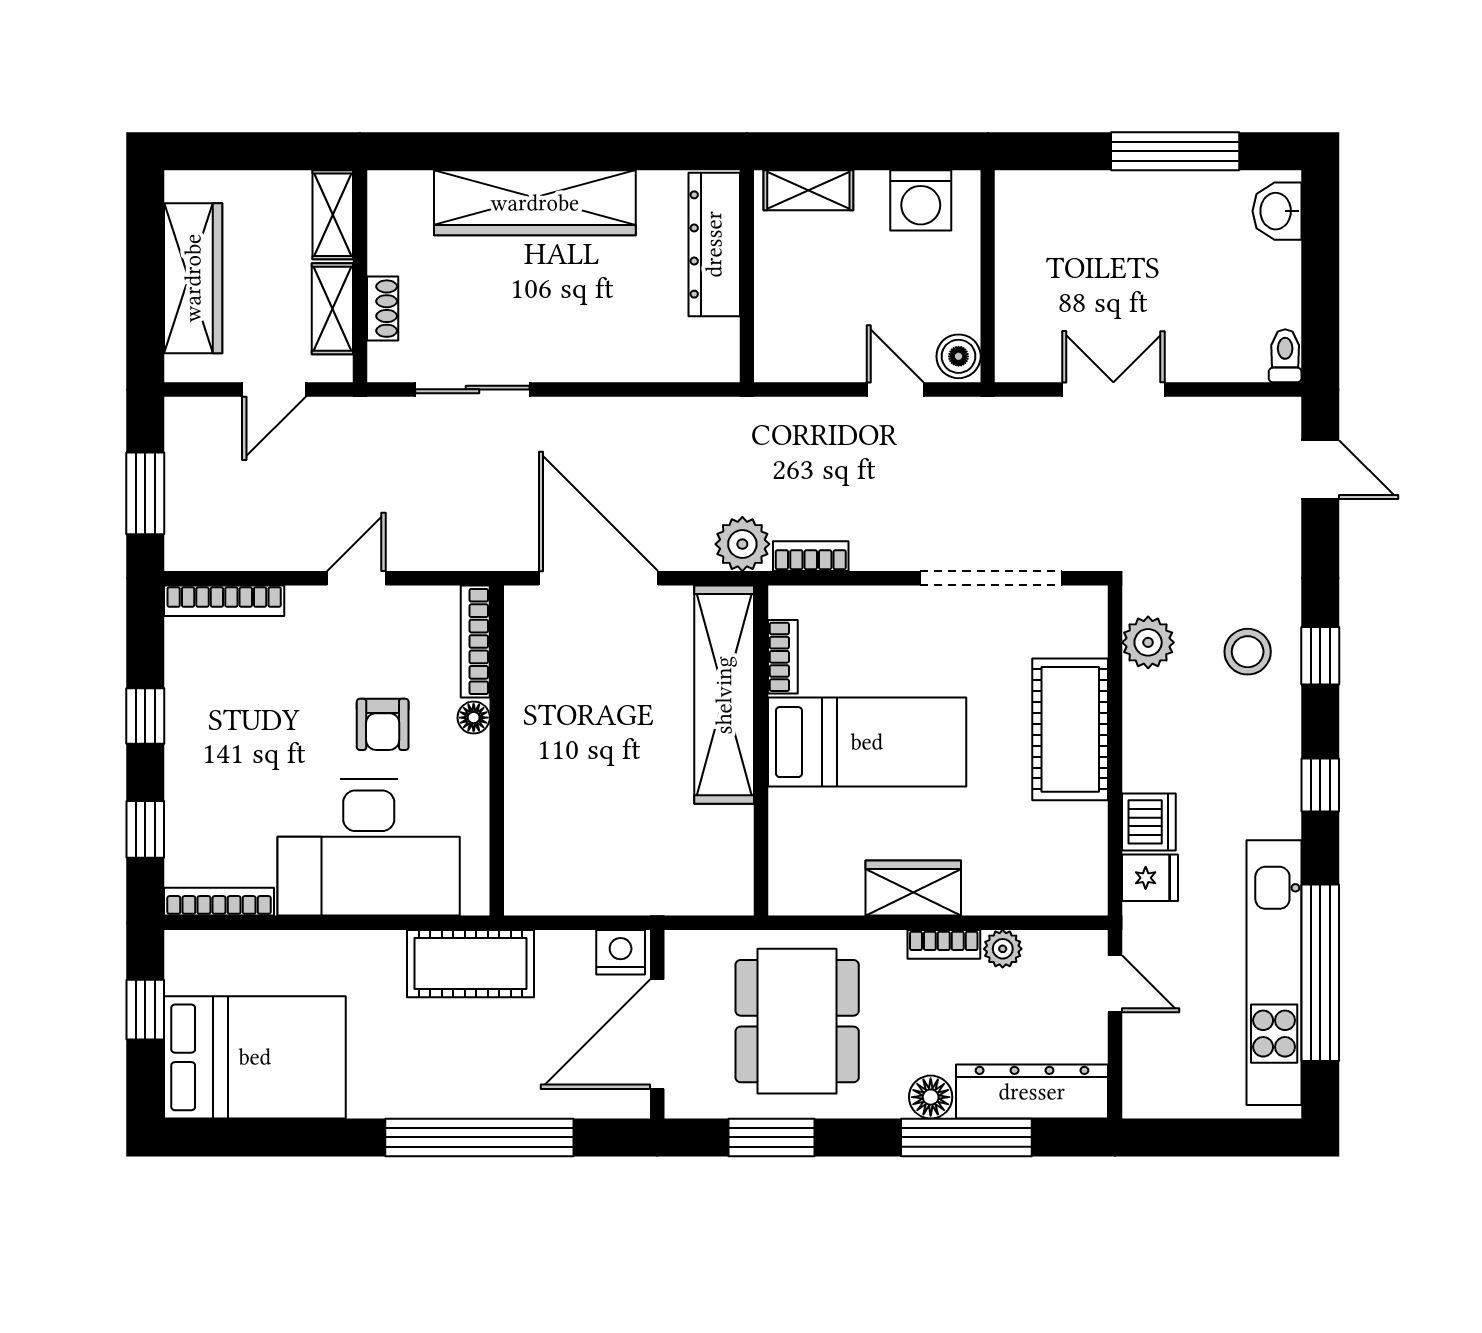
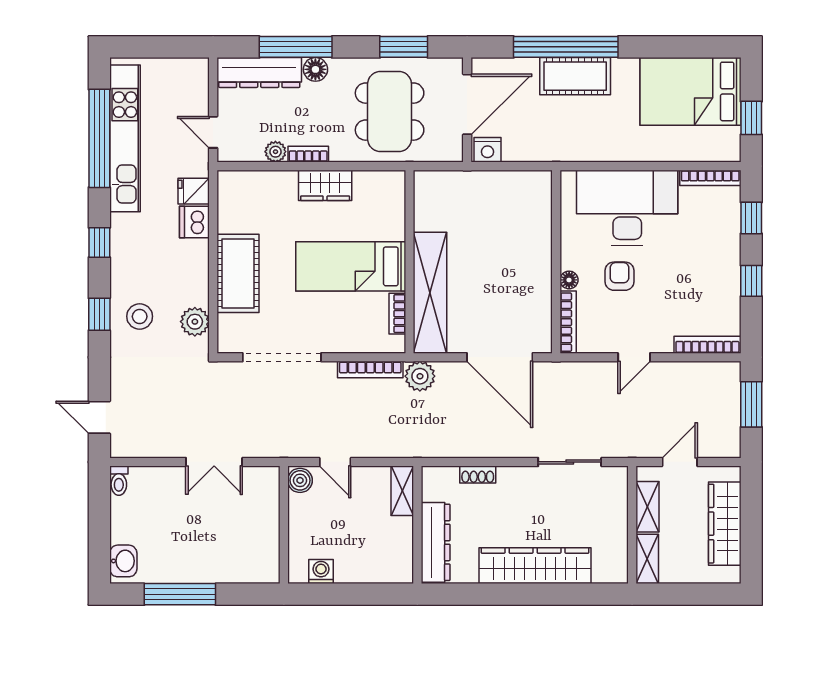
shelving: (808, 190) -> (402, 491), moved, turned 90
washing machine: (921, 200) -> (321, 572), width x0.73, depth x0.73
shoe rack: (383, 309) -> (478, 475), moved, turned -90
bookcase: (811, 556) -> (370, 369), width x1.56
cot: (471, 964) -> (575, 76), moved

